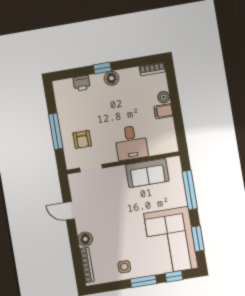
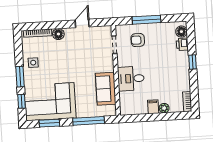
floor lamp: (112, 78) -> (181, 32), moved

